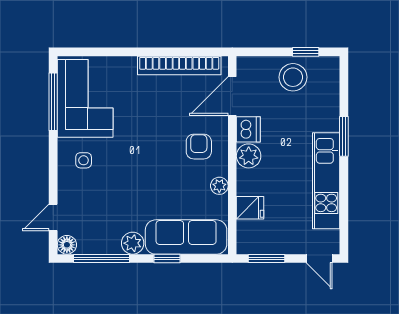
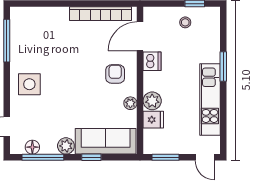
stool: (293, 77) -> (185, 22), width x0.53, depth x0.53
corner sofa: (85, 98) -> (31, 38), removed
plant: (249, 156) -> (152, 101), moved
side table: (84, 160) -> (29, 84), width x1.87, depth x1.87
floor lamp: (67, 245) -> (32, 147), moved

